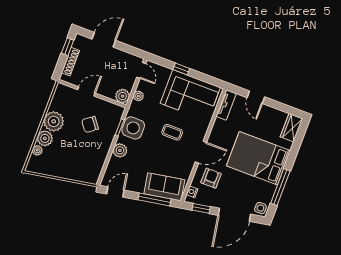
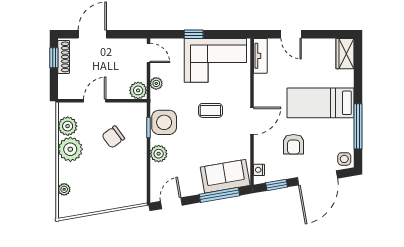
shoe rack: (70, 62) -> (64, 57), moved
plant: (45, 138) -> (68, 126), moved
bed: (258, 158) -> (320, 103), width x0.67
armchair: (211, 178) -> (294, 144), moved, turned 180

